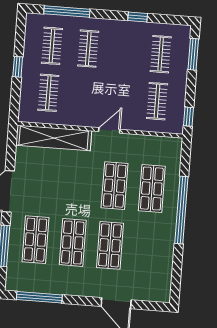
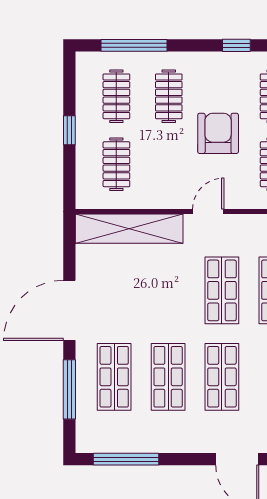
armchair: (120, 77) -> (218, 133), added

